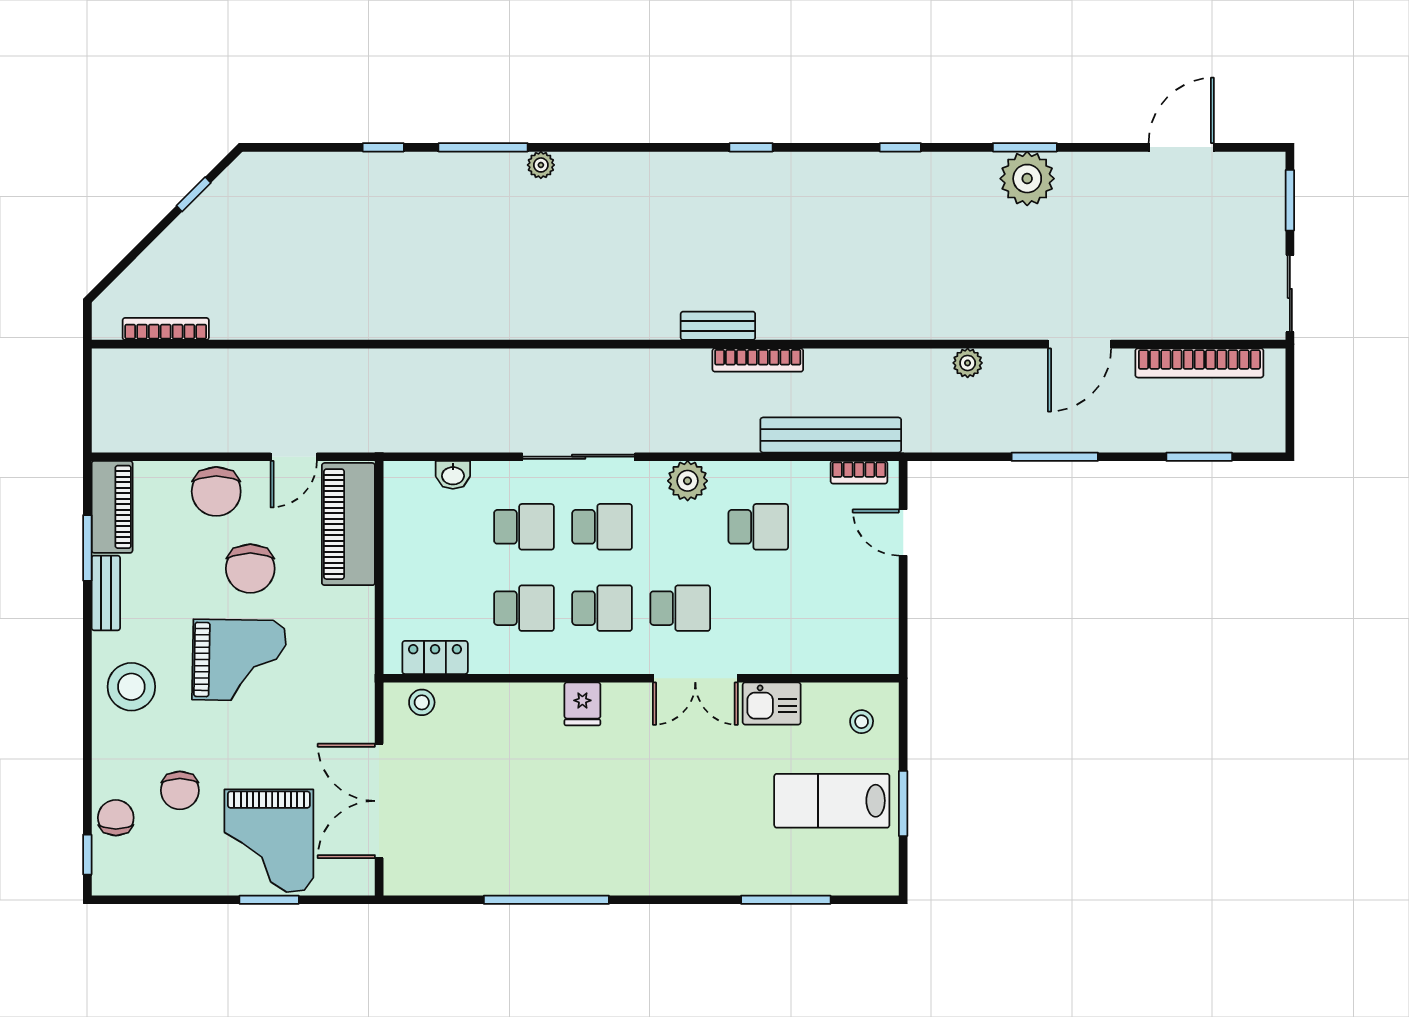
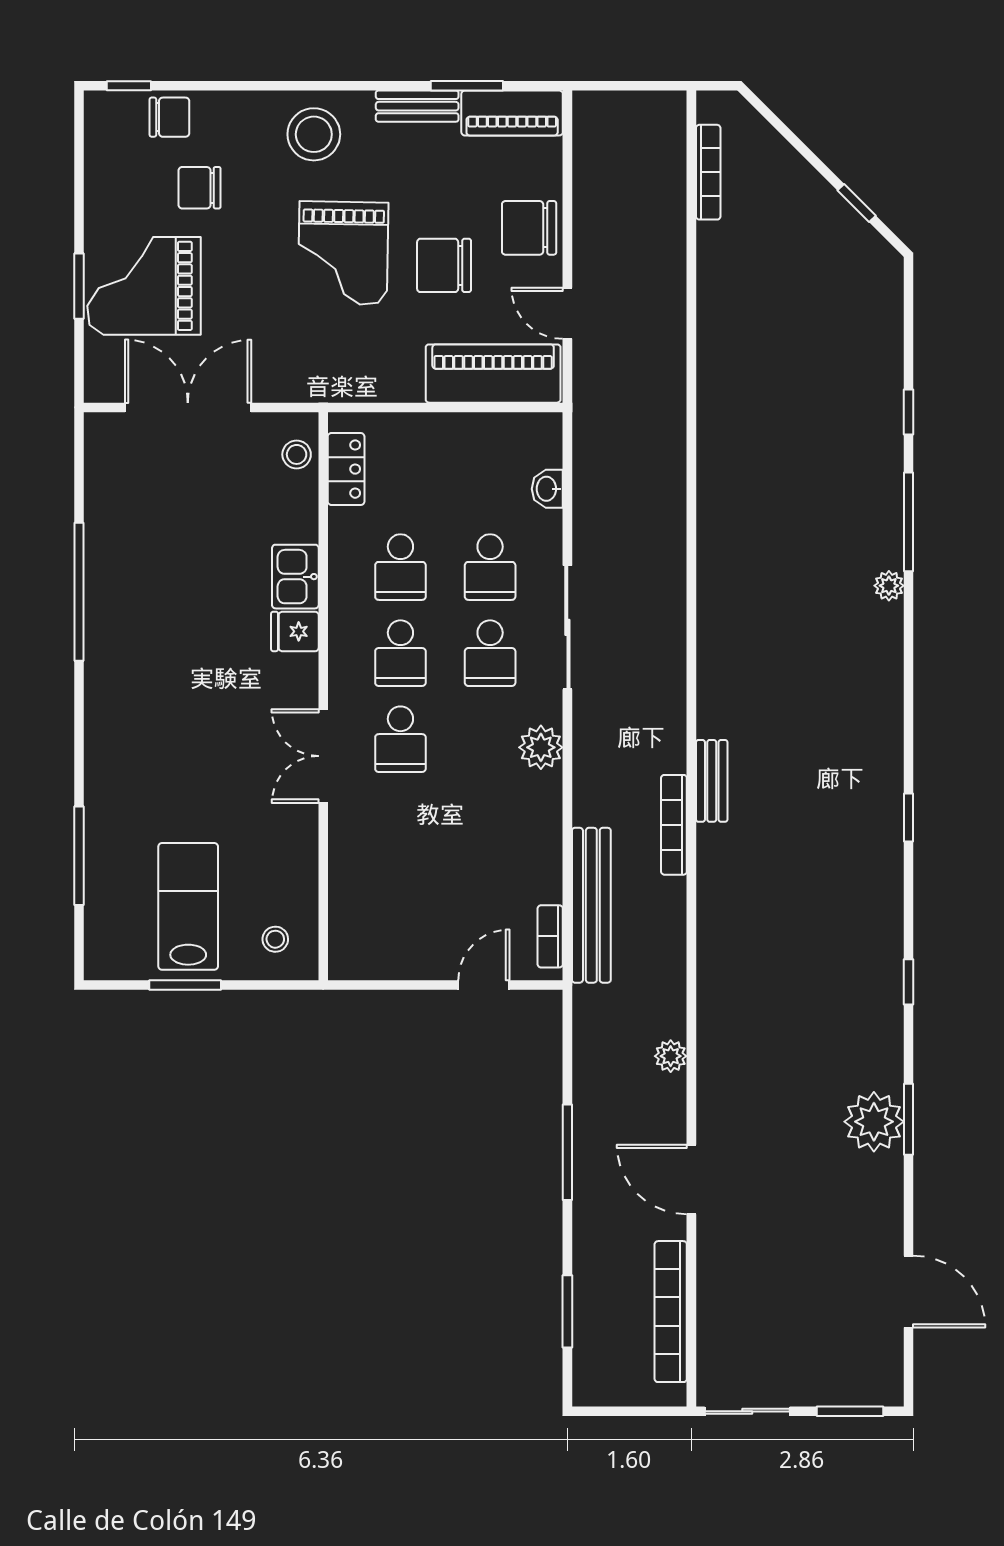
school desk: (758, 527) -> (490, 825), removed
kitchen sink: (772, 704) -> (295, 577), moved

